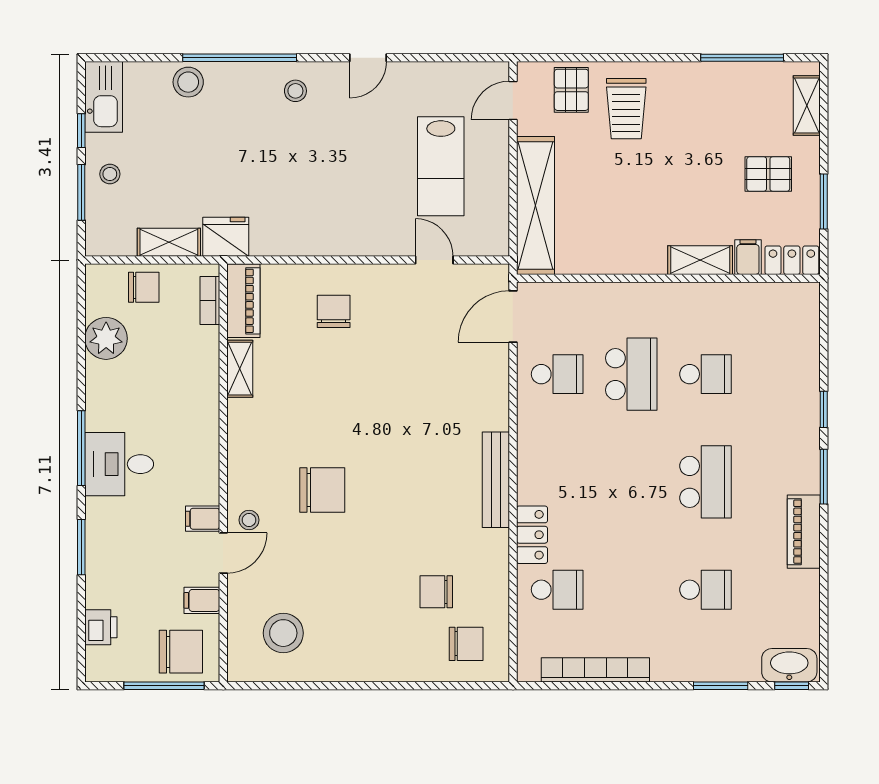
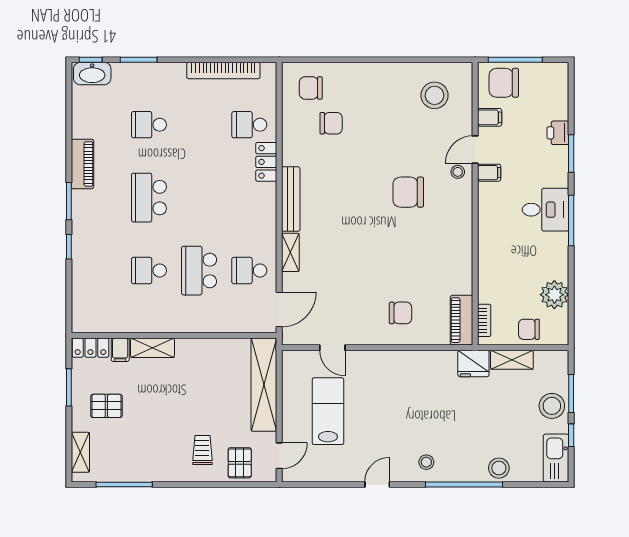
trolley: (626, 109) -> (202, 450), width x0.73, depth x0.72
stool: (110, 174) -> (552, 406), width x1.89, depth x1.89
chair: (334, 311) -> (400, 313), turned -90
shelving: (240, 369) -> (290, 252), moved
printer: (101, 627) -> (558, 133), moved

